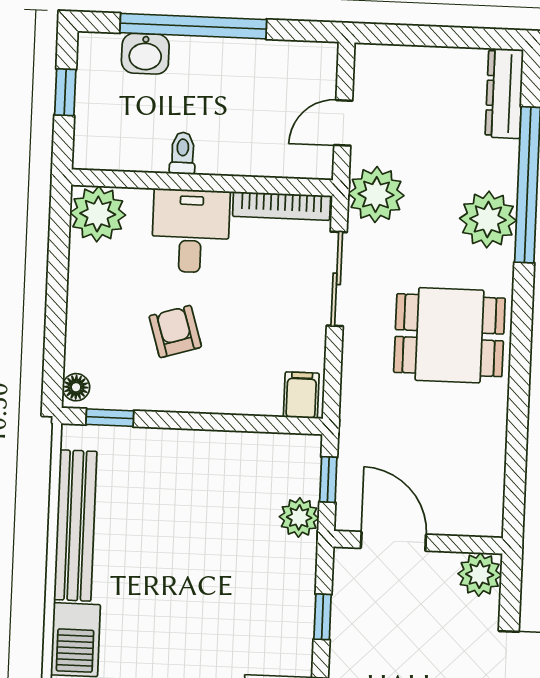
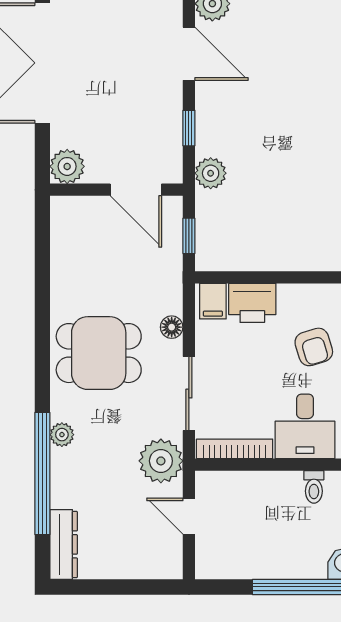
door: (343, 123) -> (189, 516), swing flipped
plant: (488, 219) -> (62, 435), width x0.53, depth x0.53
floor lamp: (355, 364) -> (172, 327), added
printer: (251, 391) -> (252, 303), added
plant: (299, 517) -> (211, 173), moved

